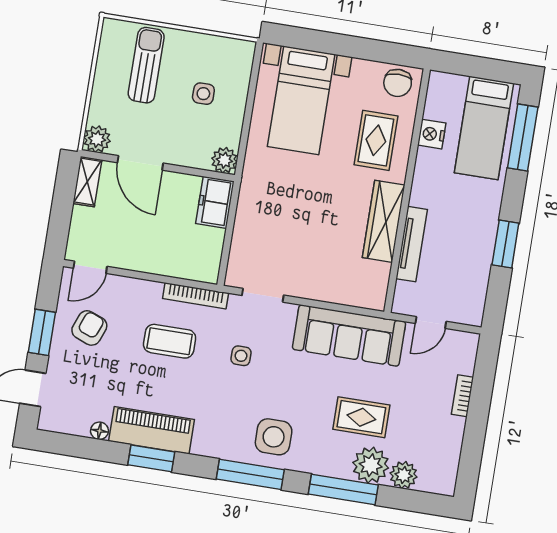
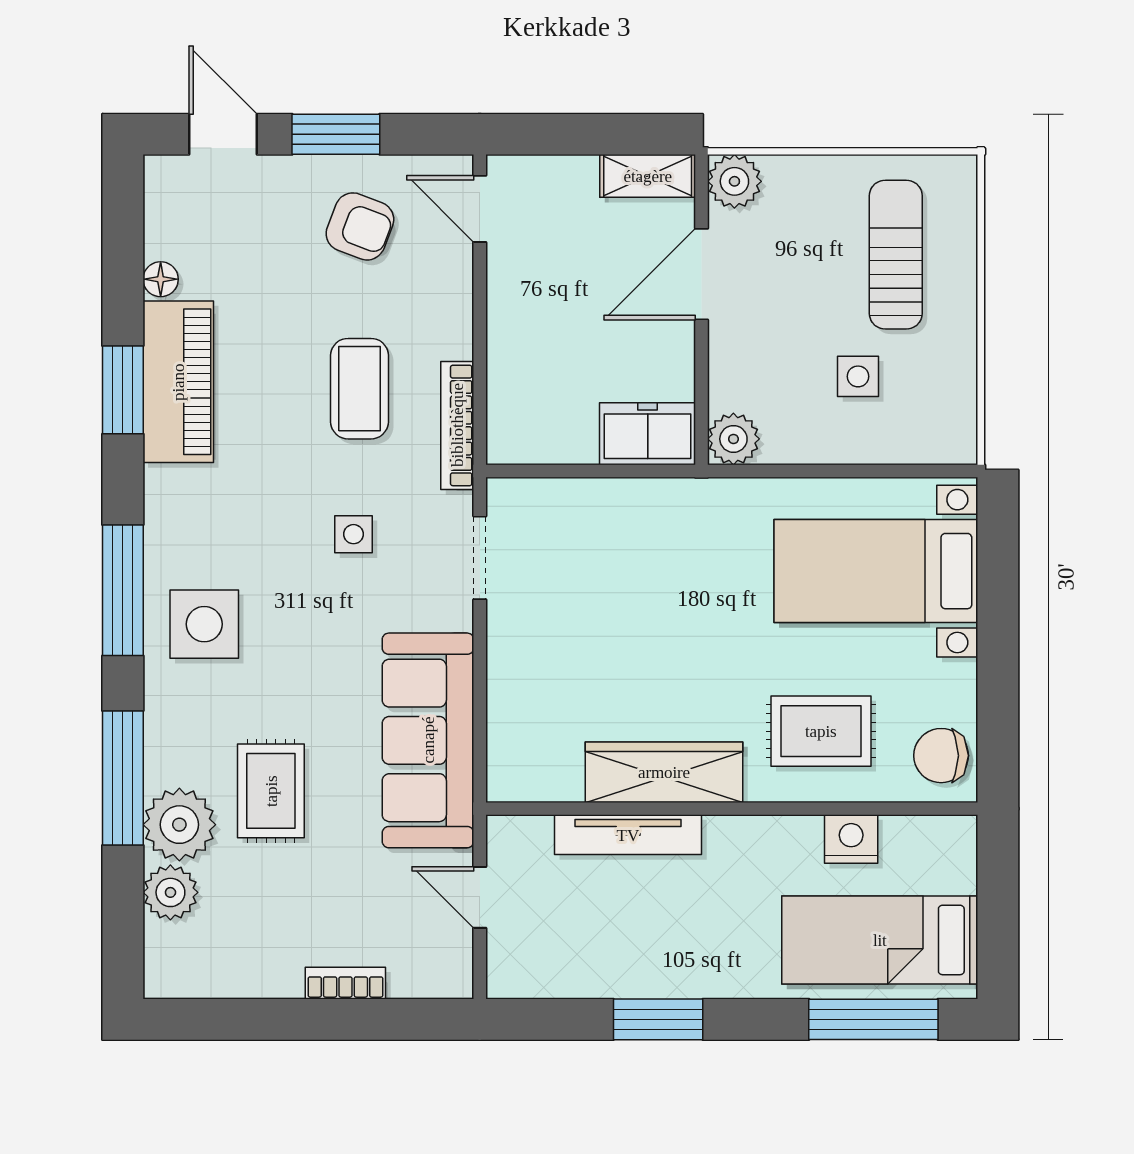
sun lounger: (146, 65) -> (896, 255), turned -90

